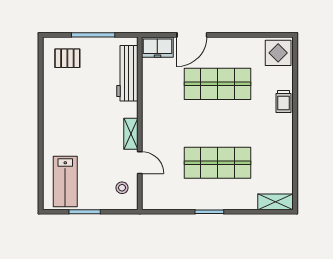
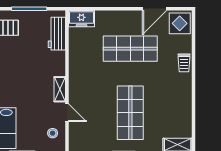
door: (192, 35) -> (155, 9), moved
workbench: (127, 73) -> (57, 34), width x0.73
shop shelf: (217, 163) -> (130, 113), turned 90

